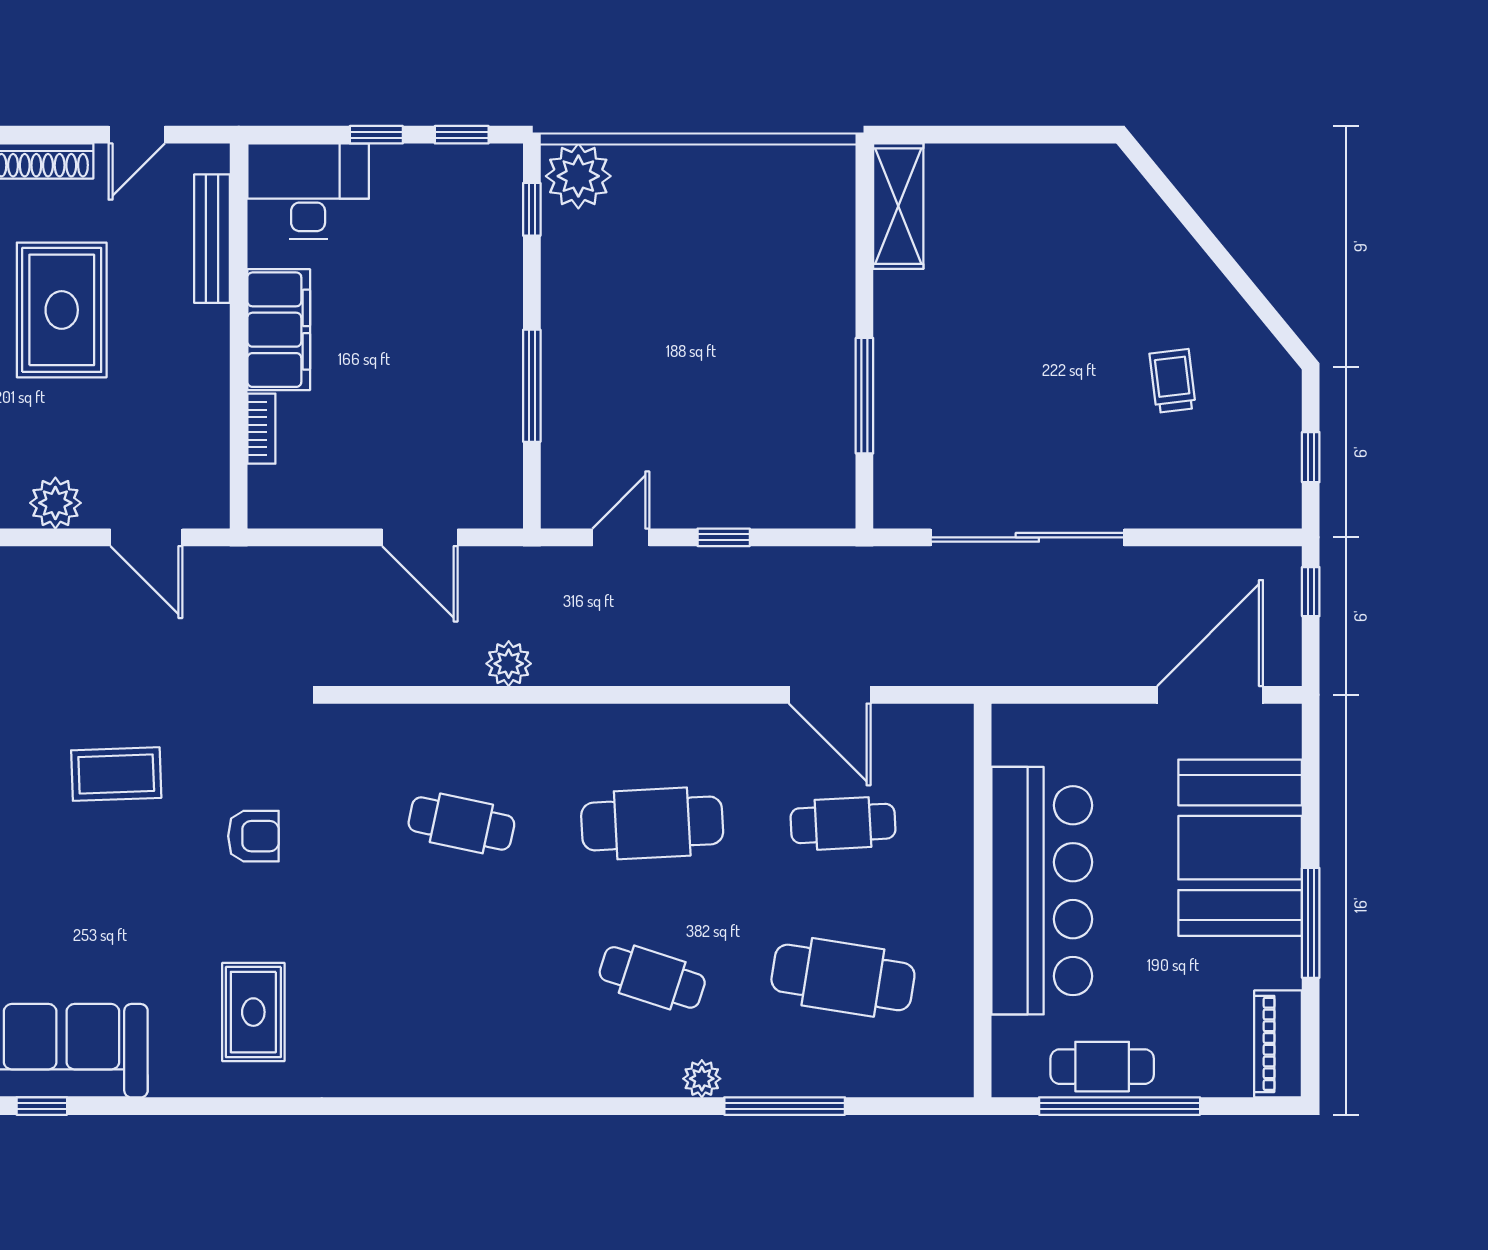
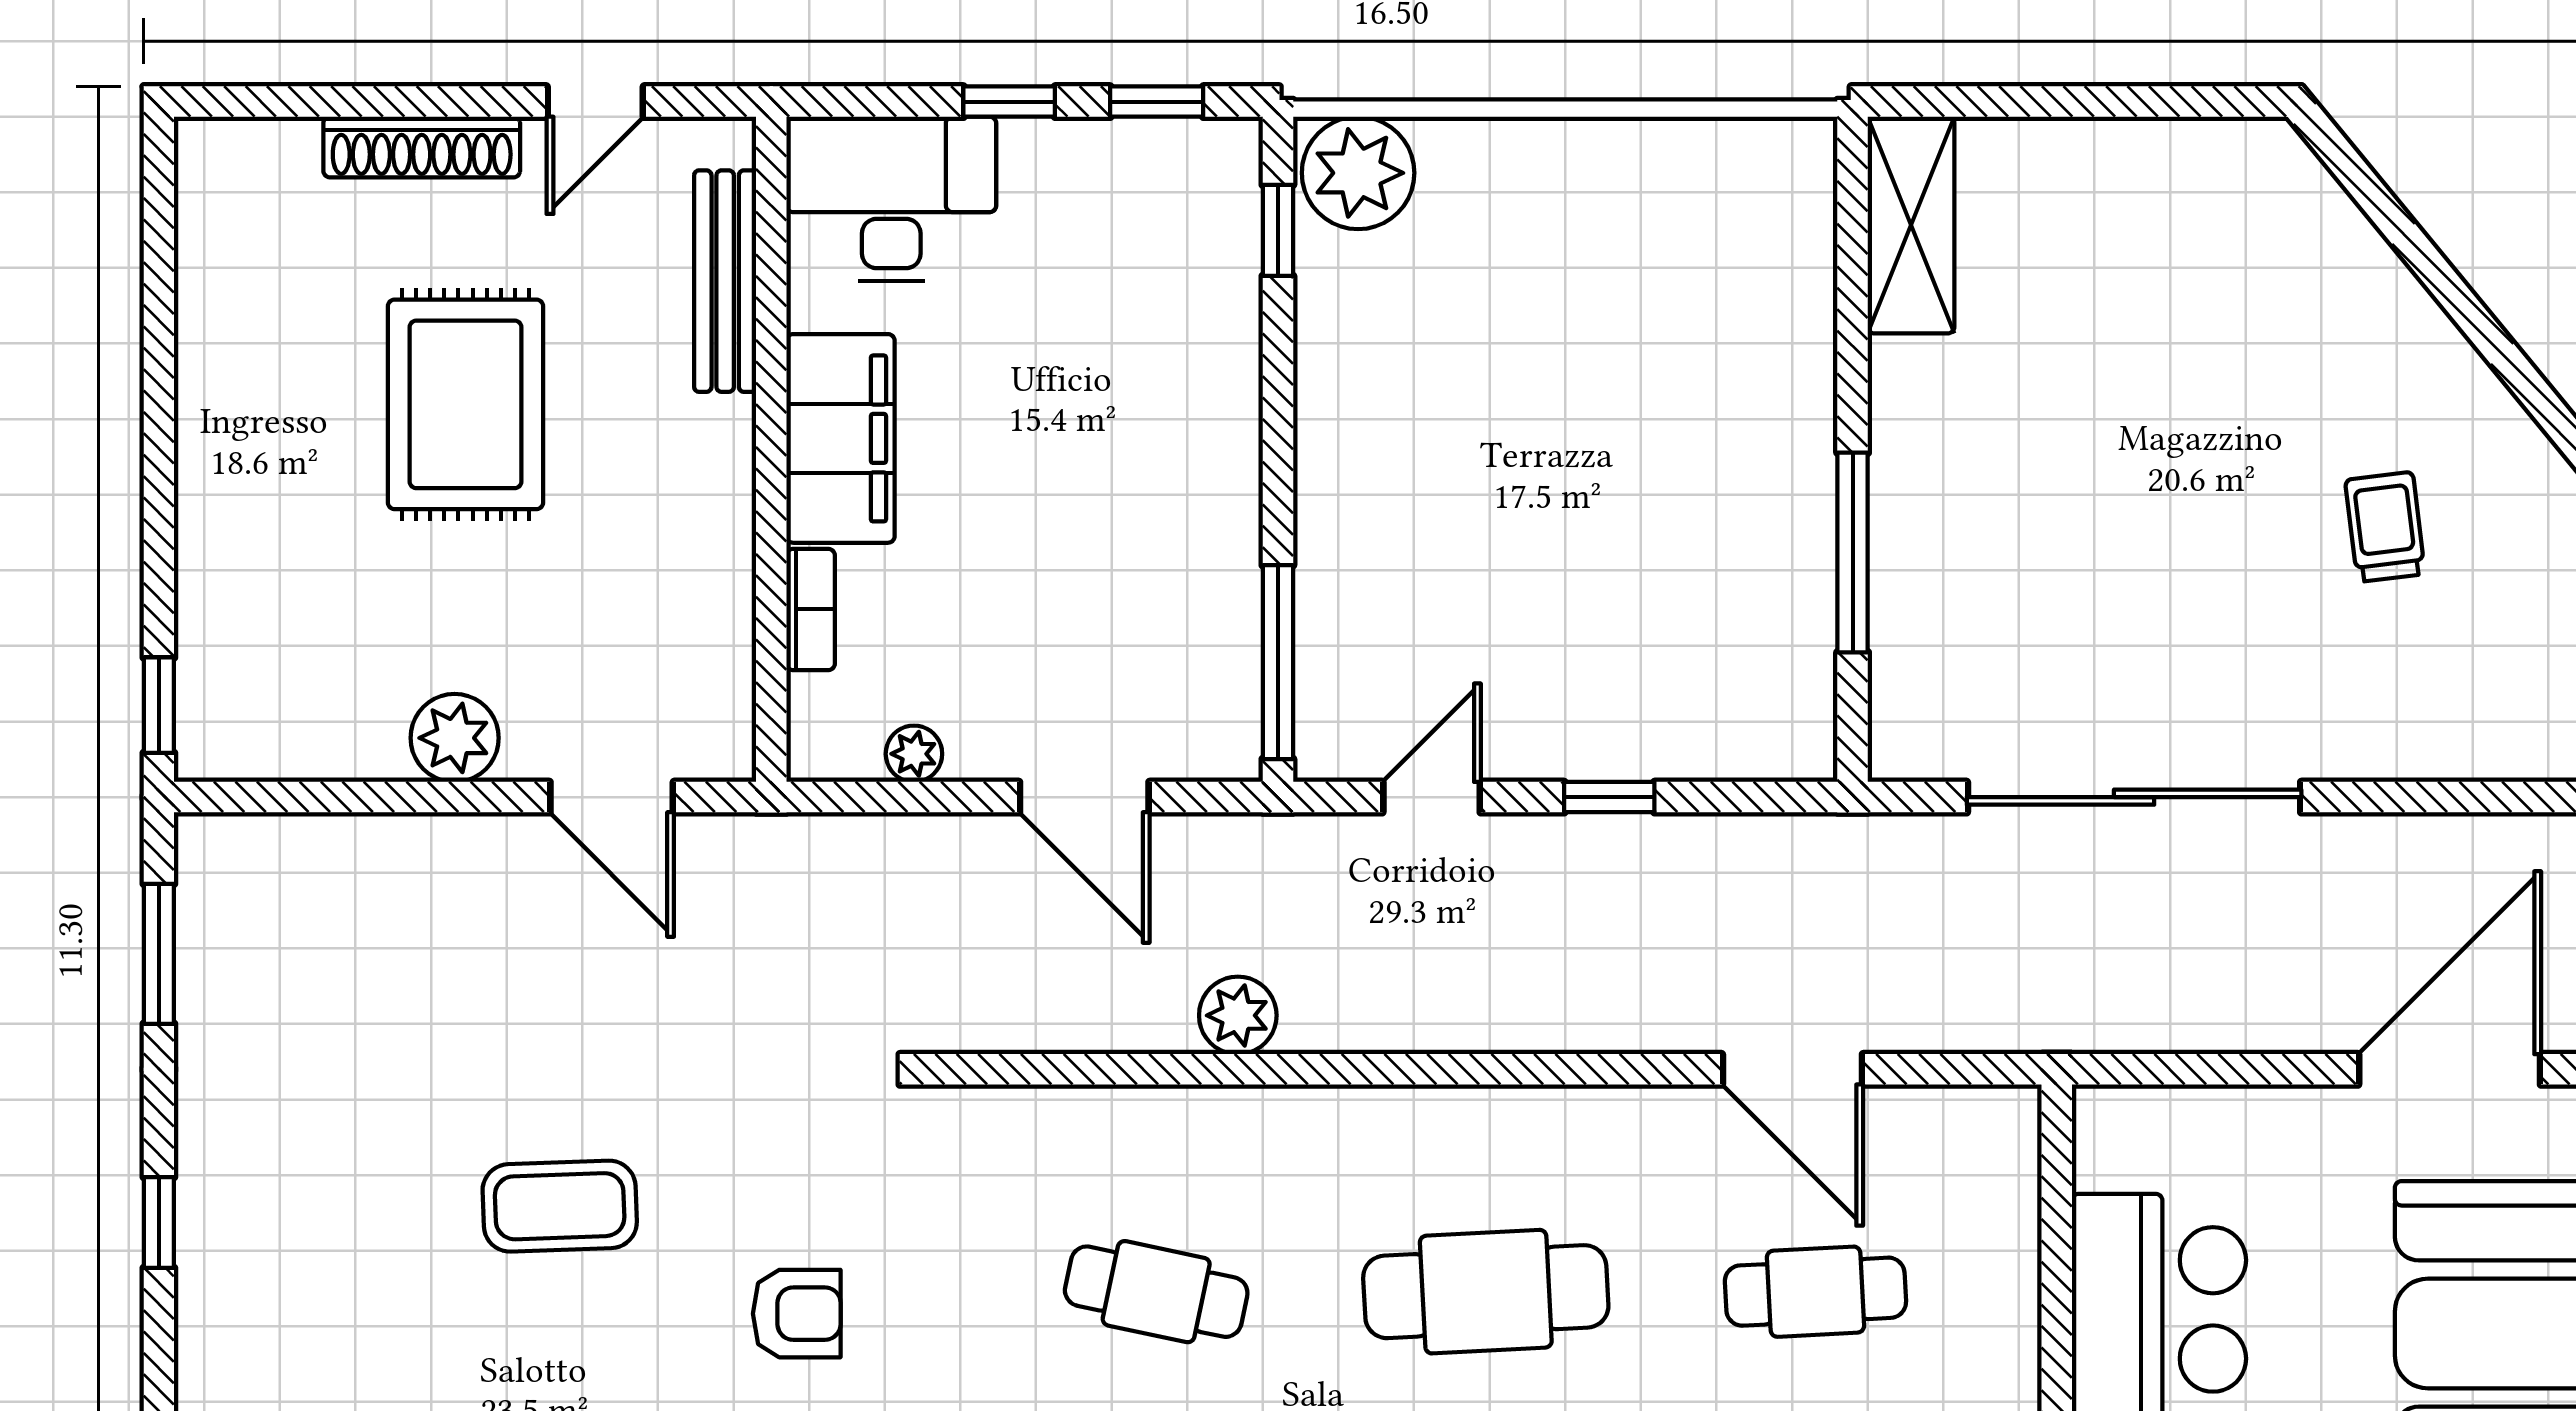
window: (532, 386) -> (1278, 662), moved
plant: (321, 512) -> (914, 754), added

